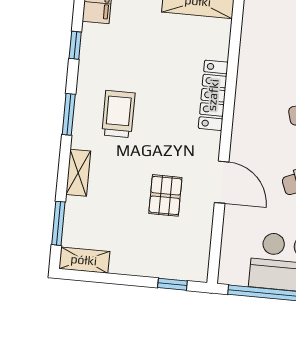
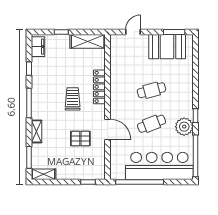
window: (69, 114) -> (29, 103), width x1.44
trolley: (118, 114) -> (73, 99), moved
pallet: (165, 195) -> (80, 139), turned 90

